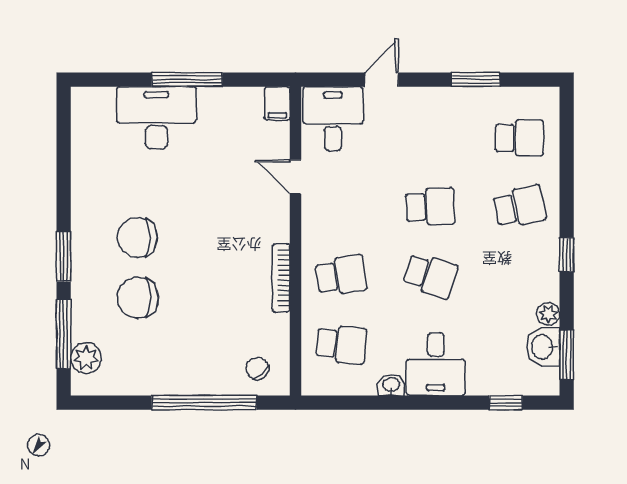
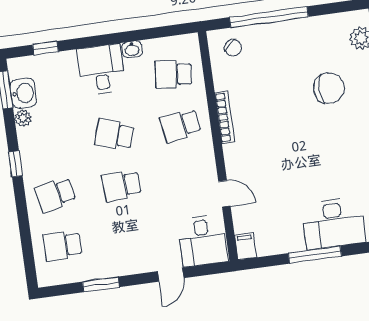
chair: (137, 237) -> (335, 133), removed

